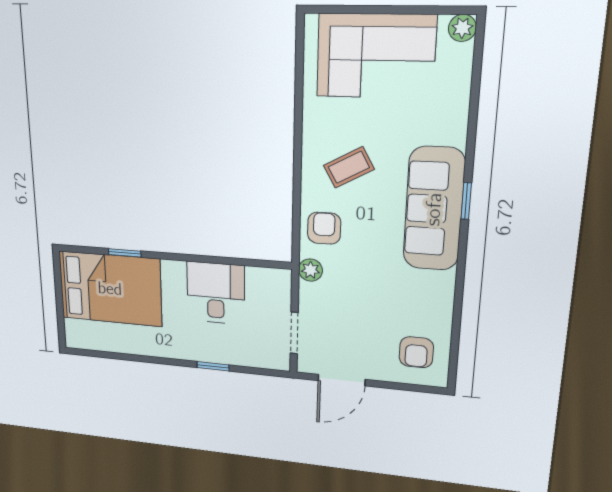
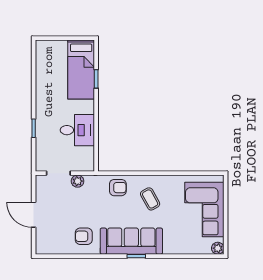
plant: (310, 270) -> (78, 181), moved
bed: (110, 289) -> (81, 69), width x0.67
armchair: (416, 352) -> (84, 236), moved
door: (341, 380) -> (34, 215), moved

